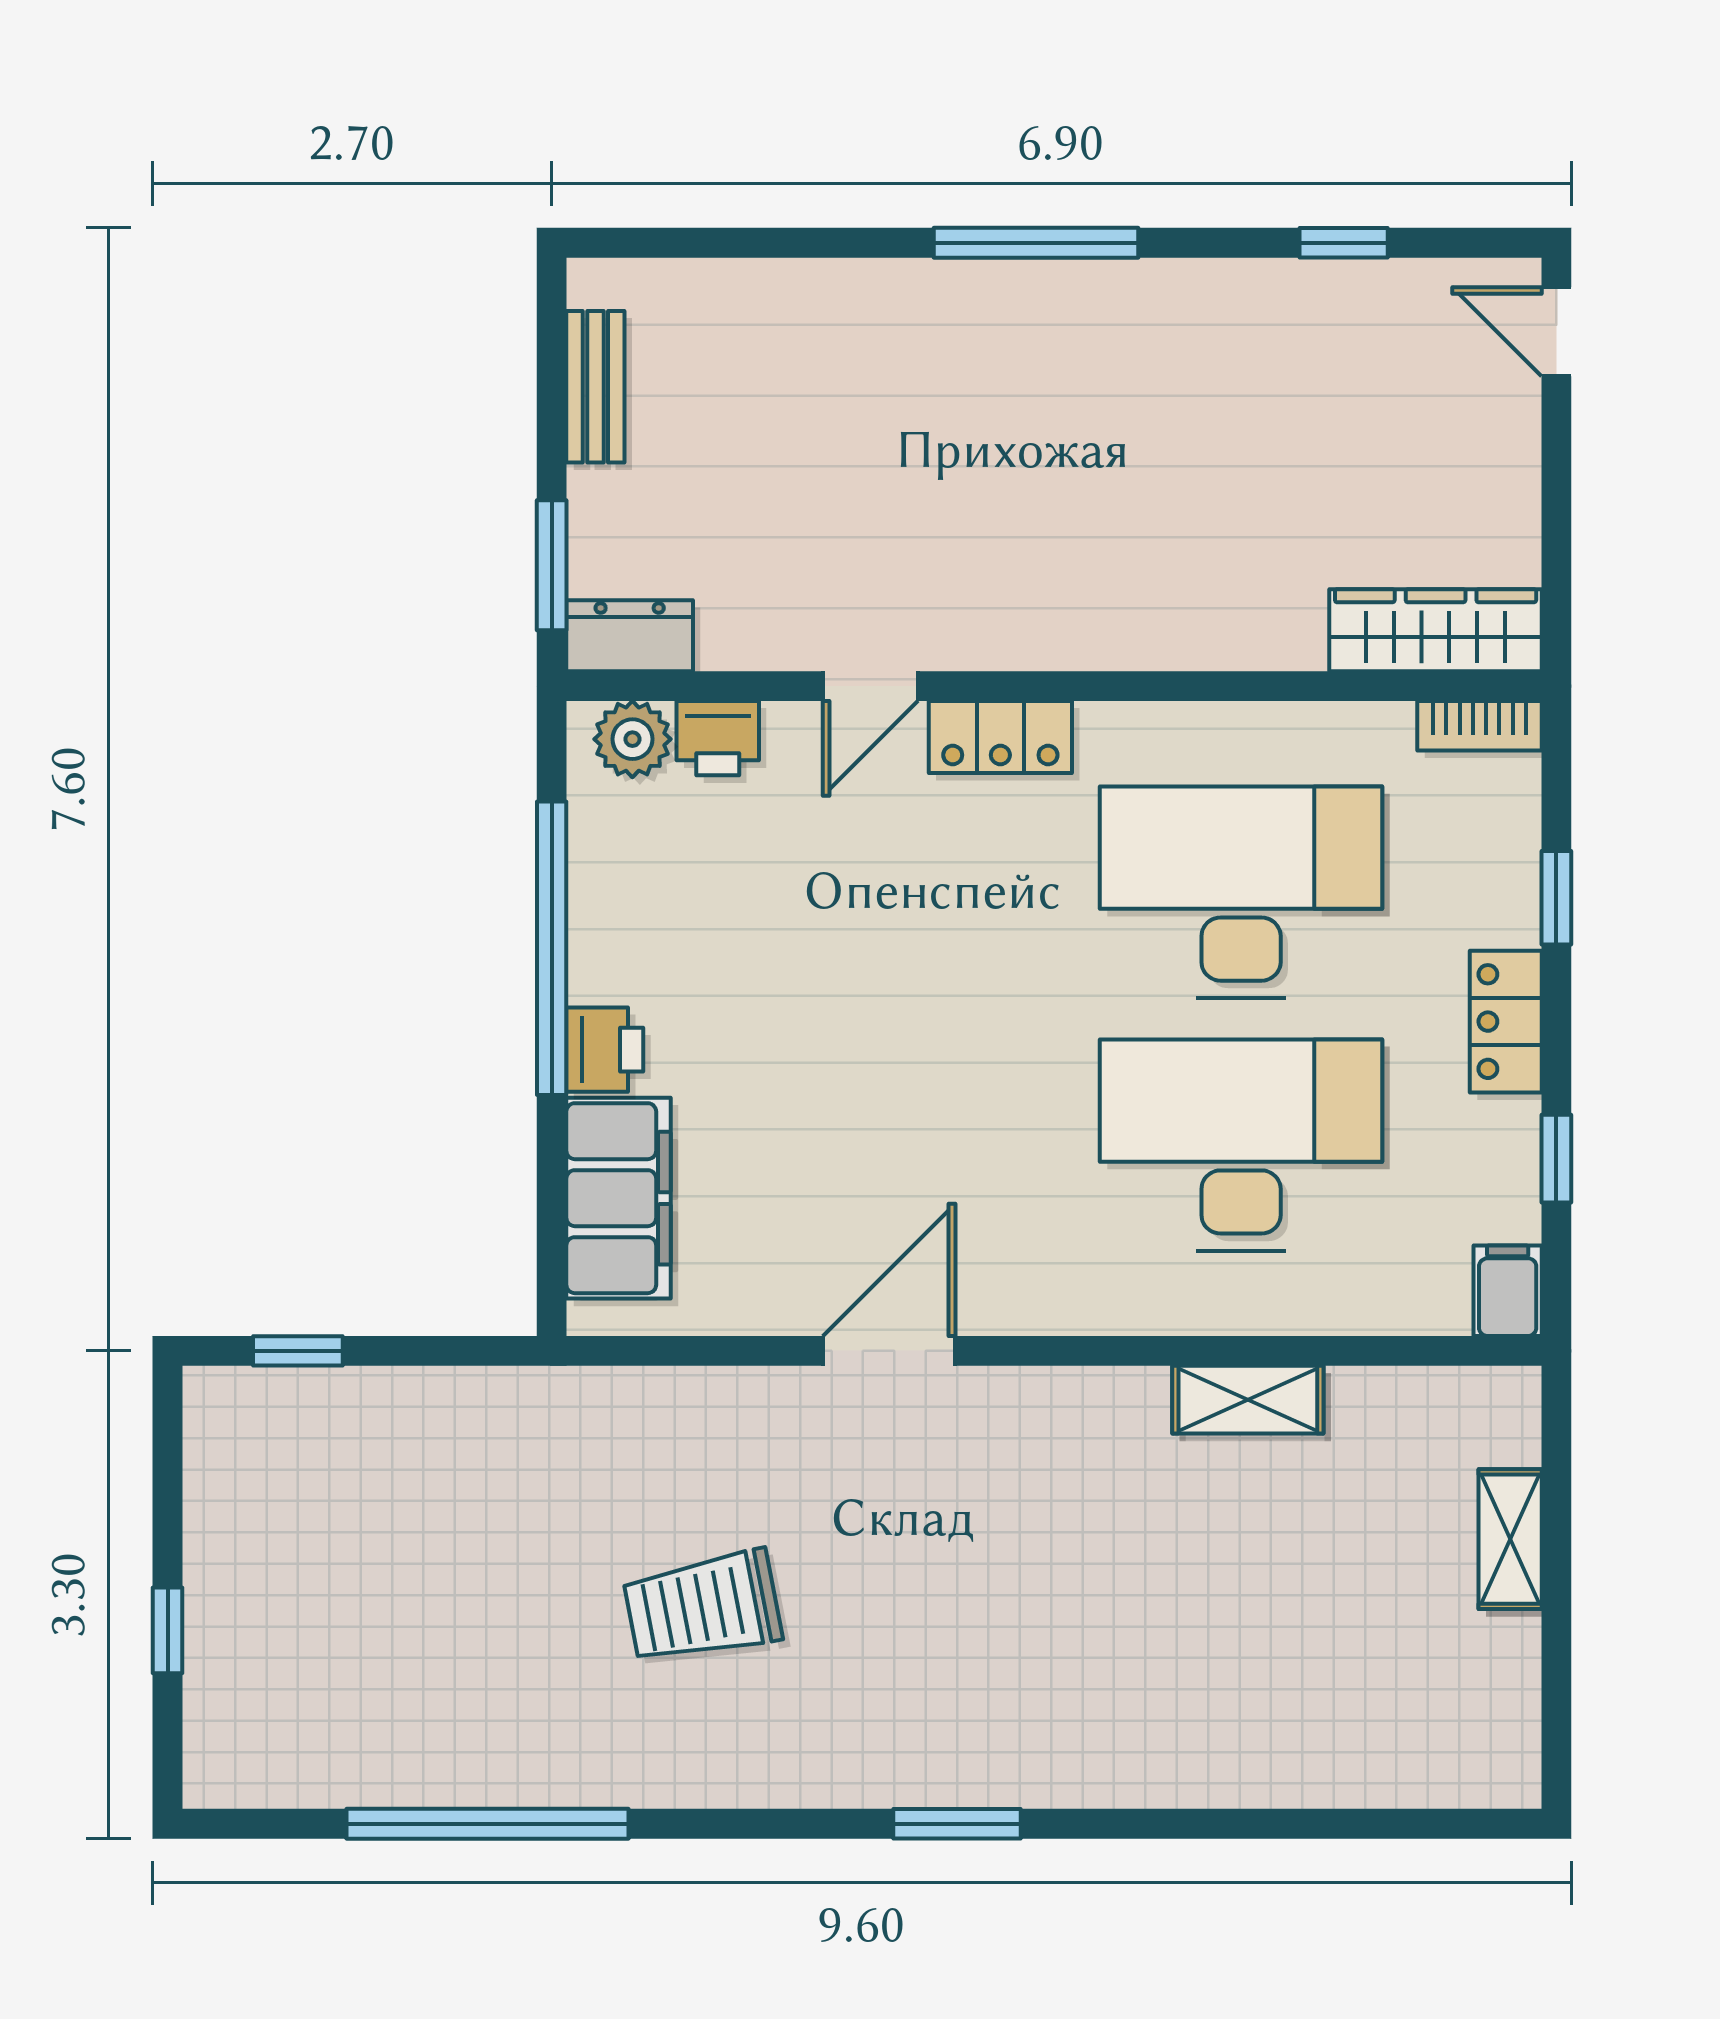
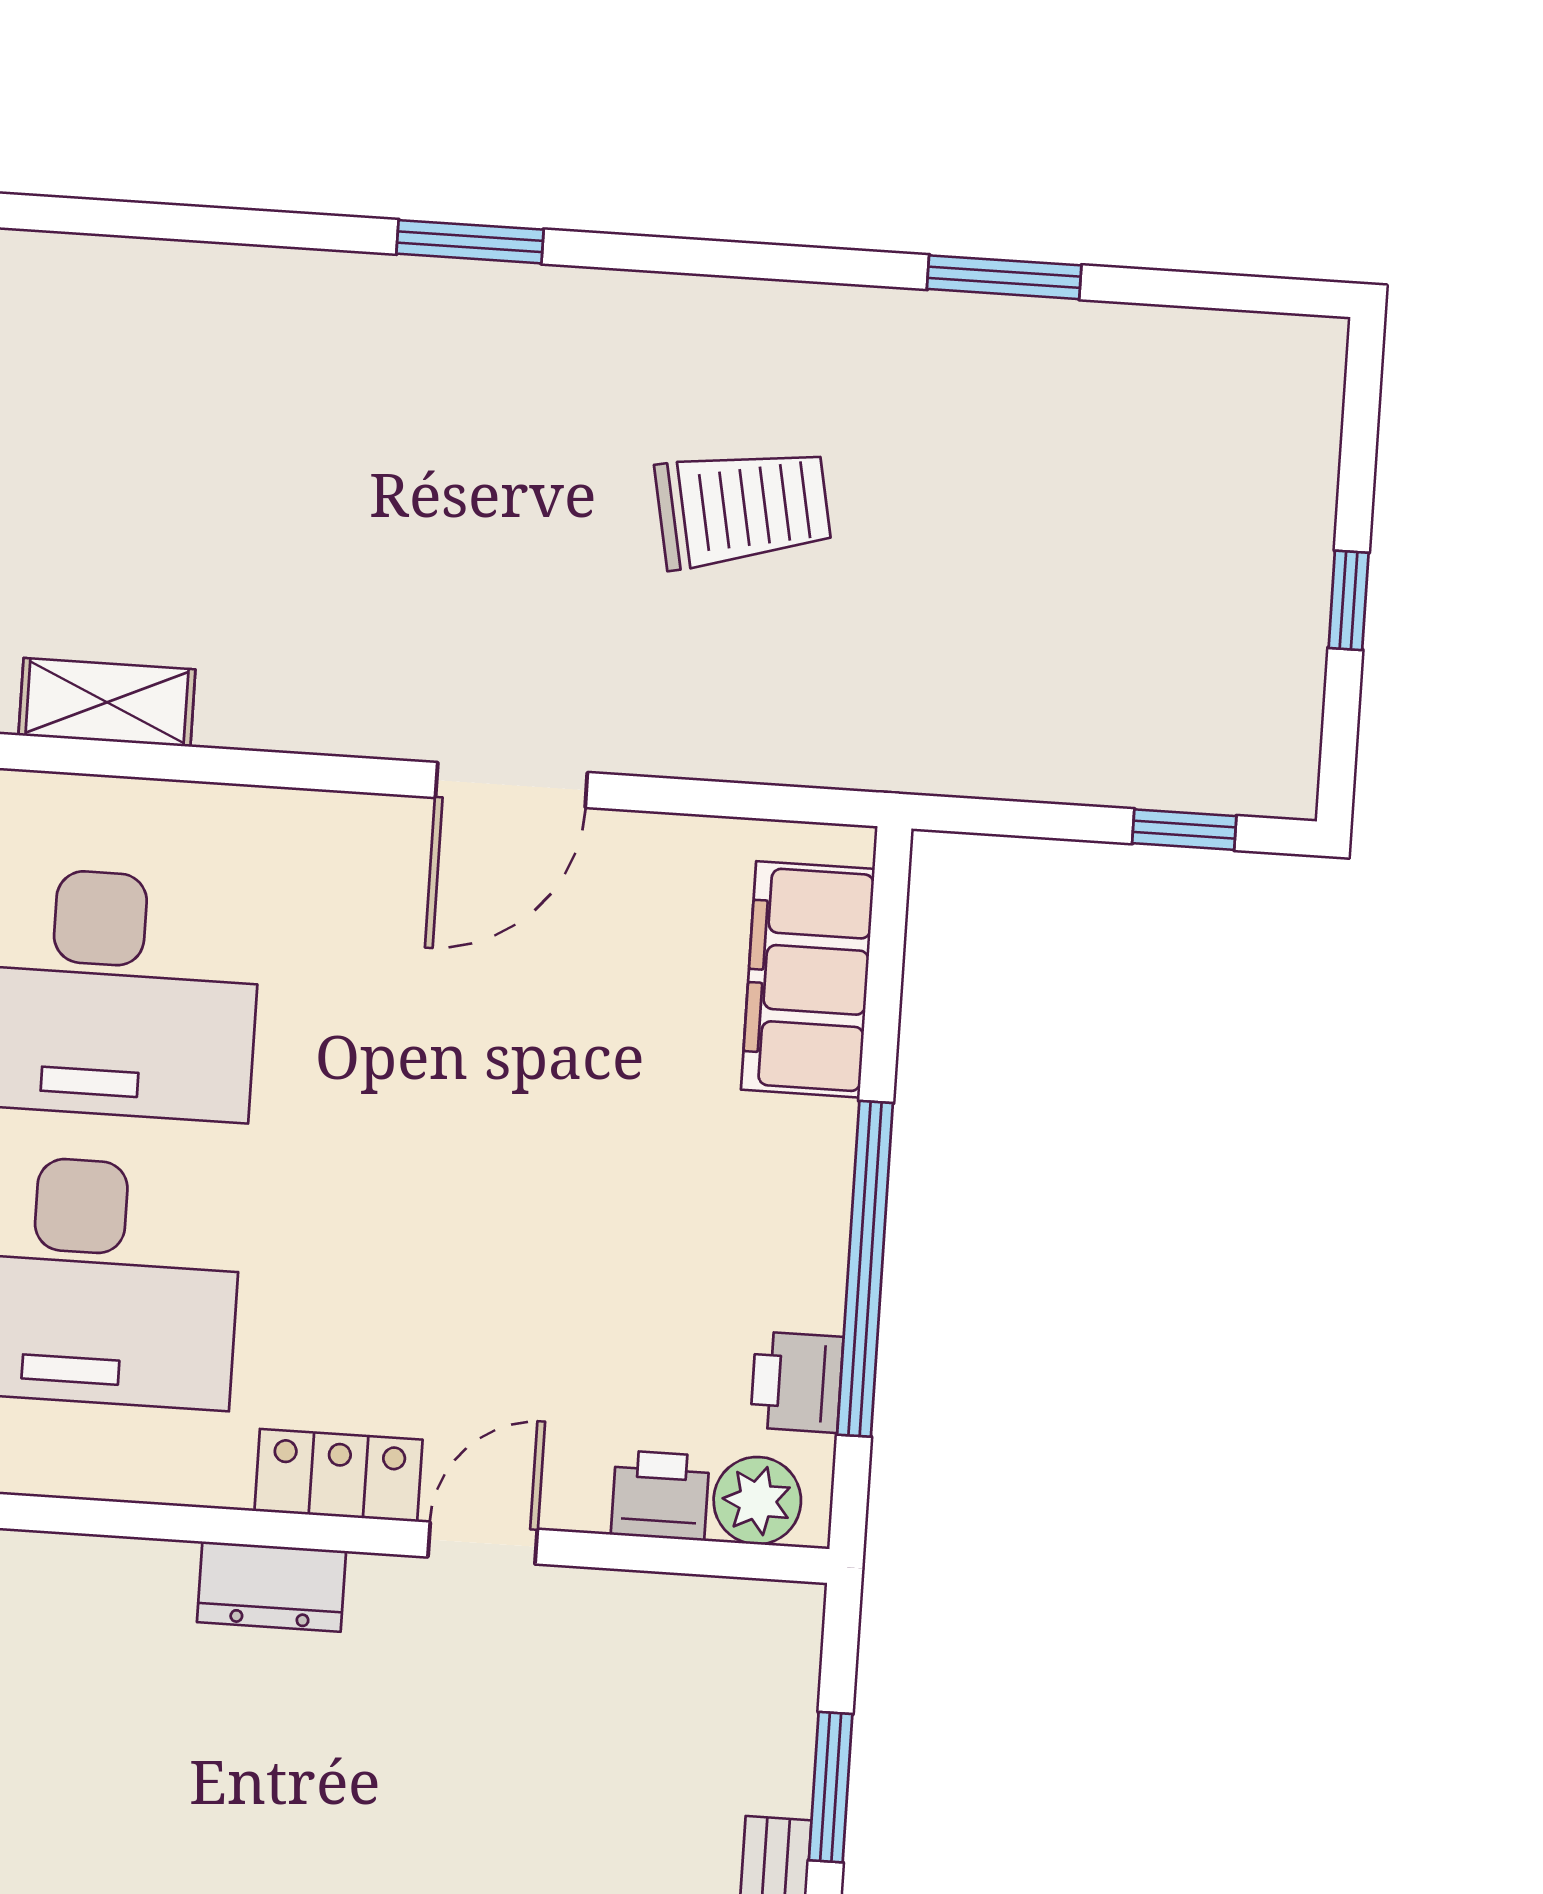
window: (552, 565) -> (831, 1787), moved
dresser: (630, 636) -> (272, 1587), moved
printer: (605, 1050) -> (797, 1382), moved
window: (168, 1630) -> (1349, 600), moved
window: (488, 1824) -> (1004, 277), width x0.47

